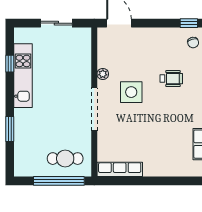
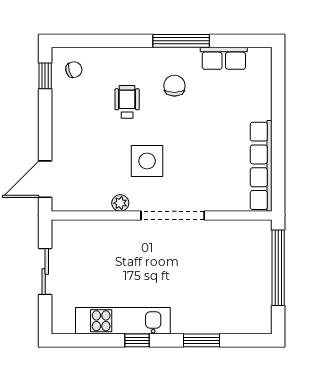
window: (10, 64) -> (137, 340), moved
chair: (182, 111) -> (174, 86), added
cafe table: (65, 159) -> (245, 259), removed
row of seats: (120, 169) -> (261, 166), width x1.36

